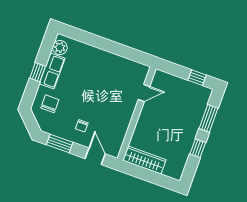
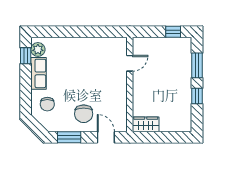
window: (38, 72) -> (26, 56), moved
chair: (50, 104) -> (47, 104), turned 180
chair: (82, 126) -> (84, 114), width x1.87, depth x1.87
wardrobe: (144, 160) -> (146, 124), width x0.67

